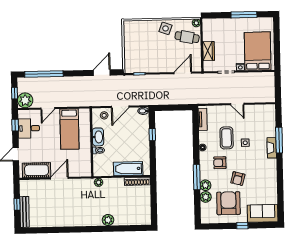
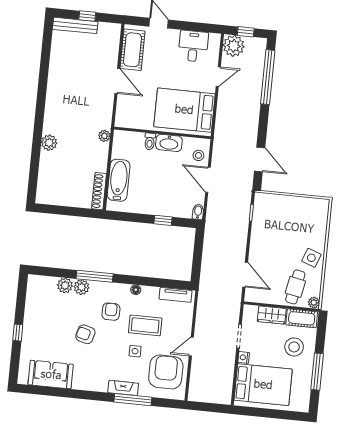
cot: (208, 30) -> (302, 318), added
stool: (229, 33) -> (294, 347), added
door: (48, 108) -> (218, 77), swing flipped
window: (15, 125) -> (200, 27), removed
bed: (69, 129) -> (184, 110), width x1.50
armchair: (228, 203) -> (166, 372), moved, turned -90
sofa: (263, 213) -> (51, 375), moved, turned -90

